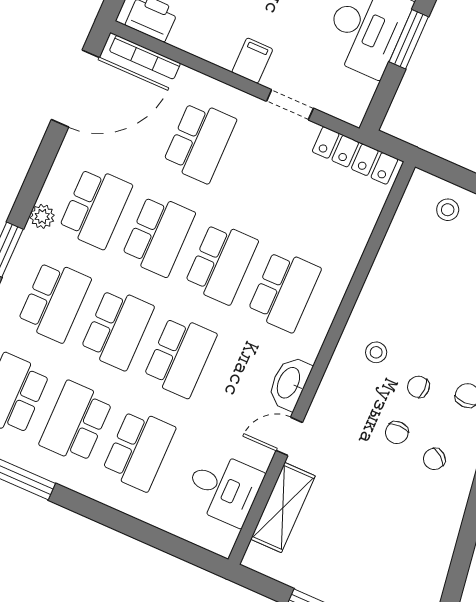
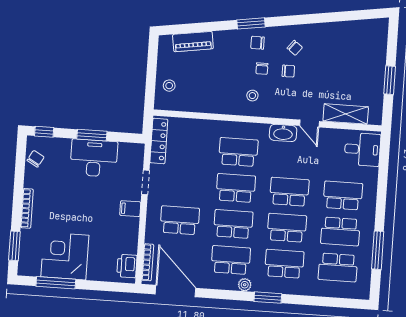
desk: (224, 488) -> (362, 149), moved, turned 90

